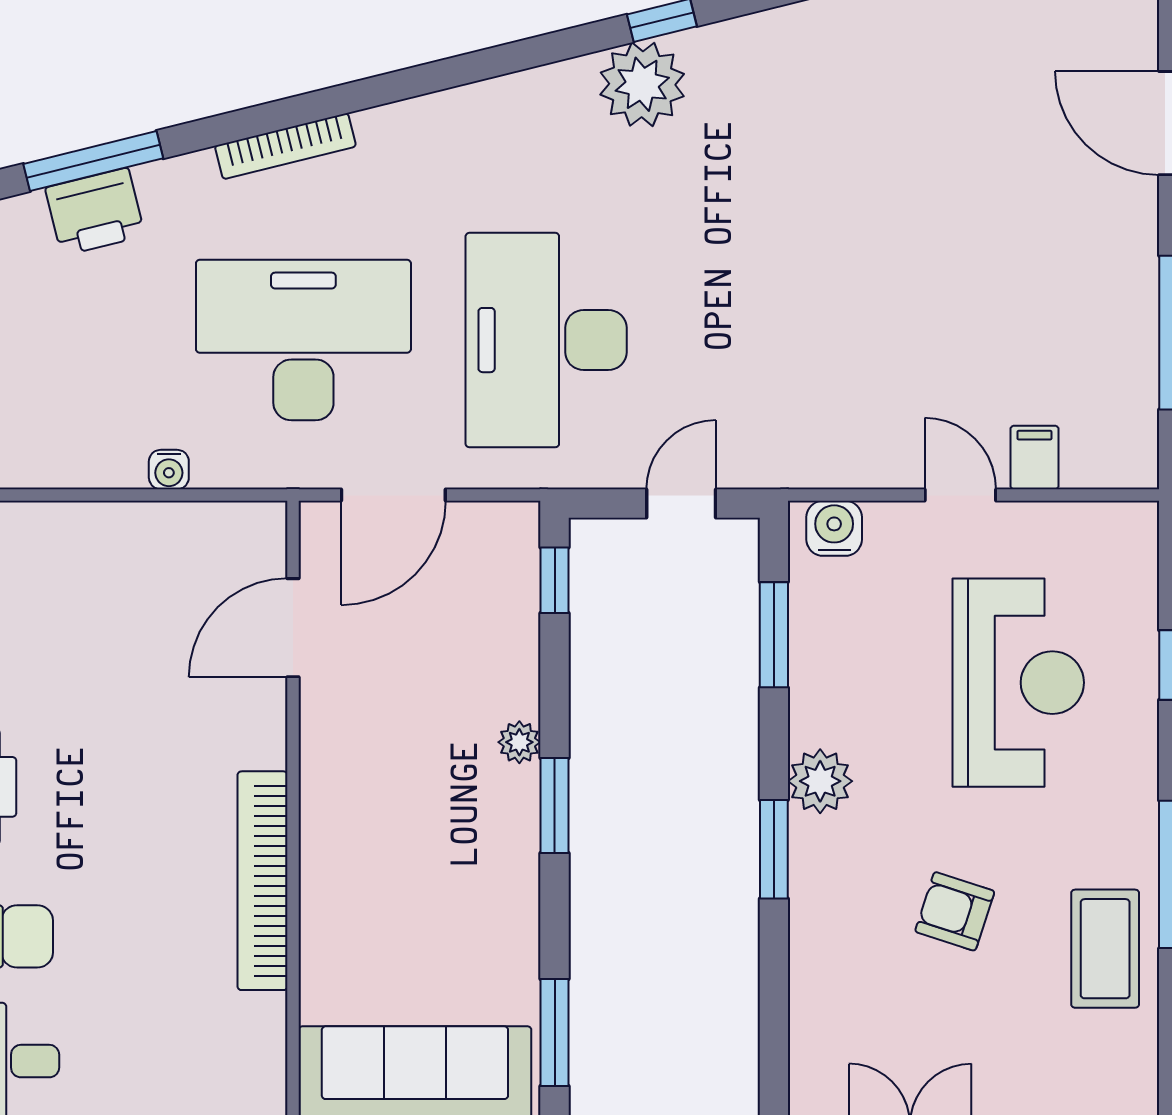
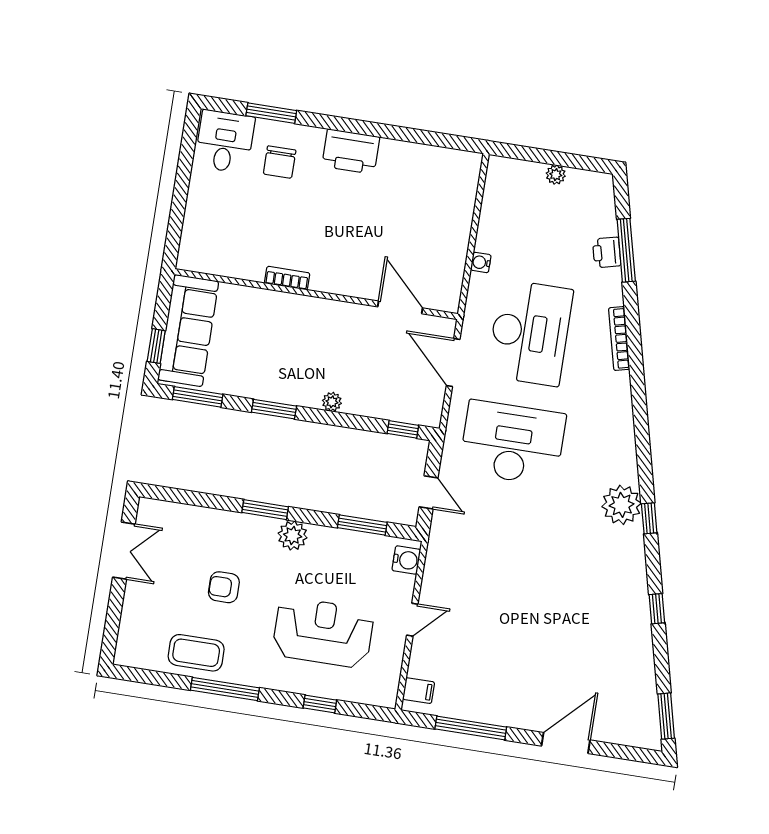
printer: (95, 212) -> (607, 252), width x0.73, depth x0.81
filing cabinet: (1035, 457) -> (419, 691), moved
reception desk: (1018, 683) -> (323, 632), turned 180
window: (555, 806) -> (274, 409), moved
bookcase: (263, 881) -> (287, 278), width x0.43, depth x0.76
armchair: (955, 911) -> (224, 587), turned -108

